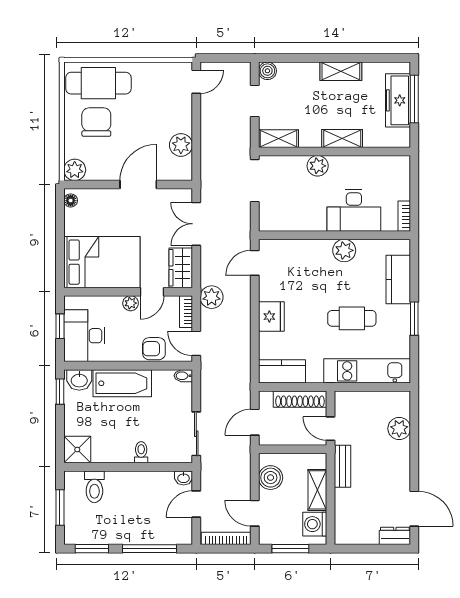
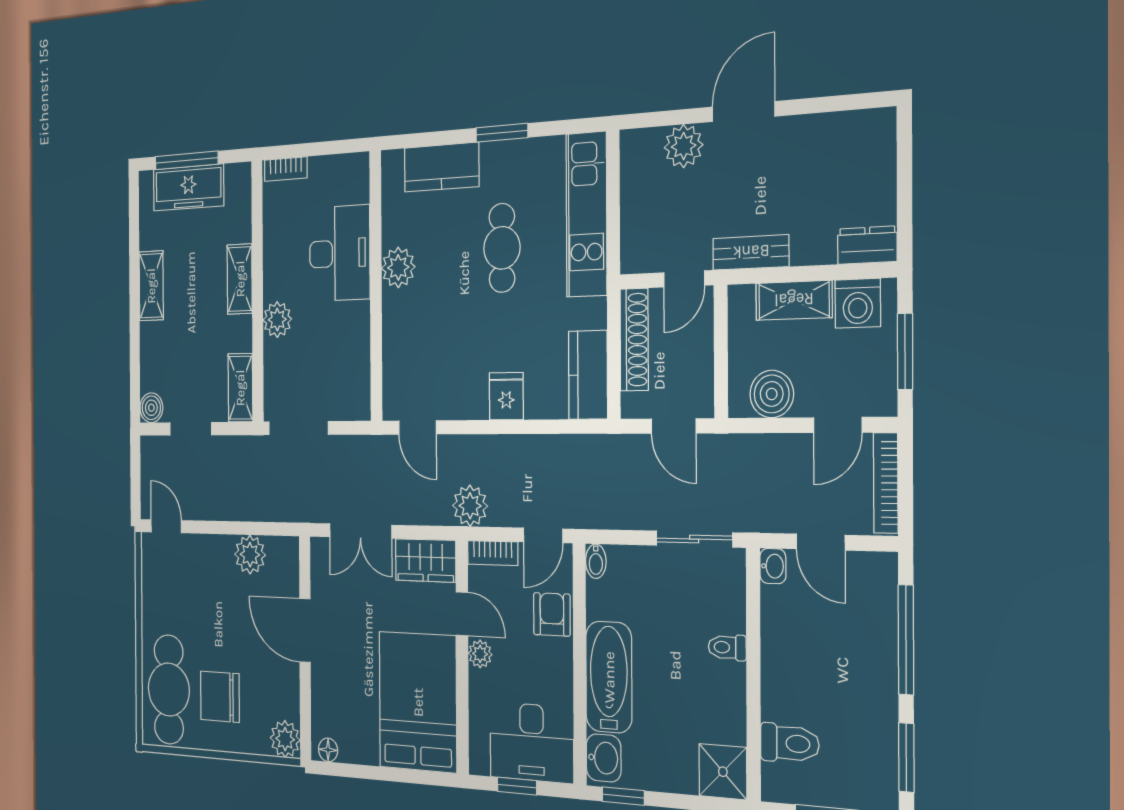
bookcase: (404, 216) -> (286, 169), moved
fridge: (271, 317) -> (506, 396), width x0.72
armchair: (154, 349) -> (552, 614), turned 180
door: (414, 509) -> (743, 112), moved
dresser: (395, 536) -> (867, 245), moved, turned 90

